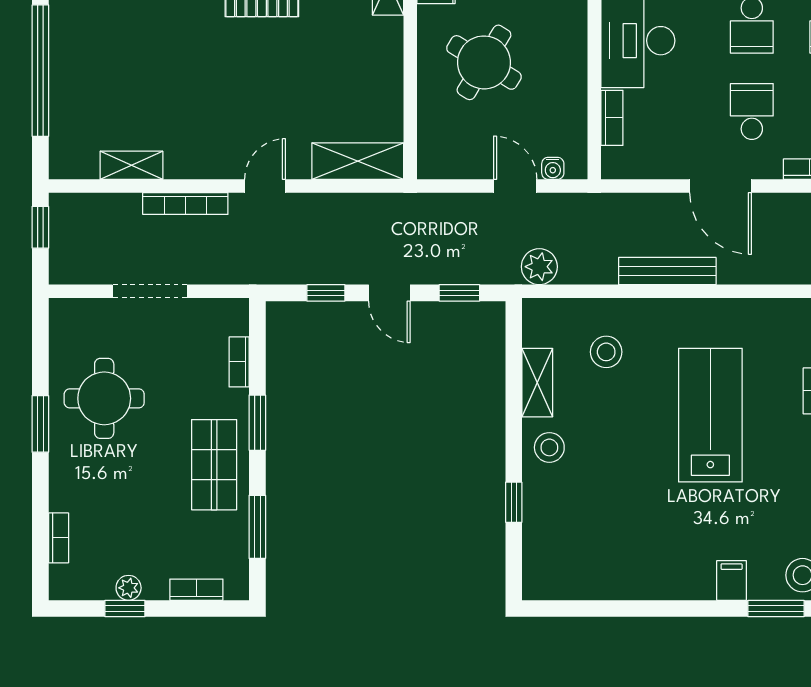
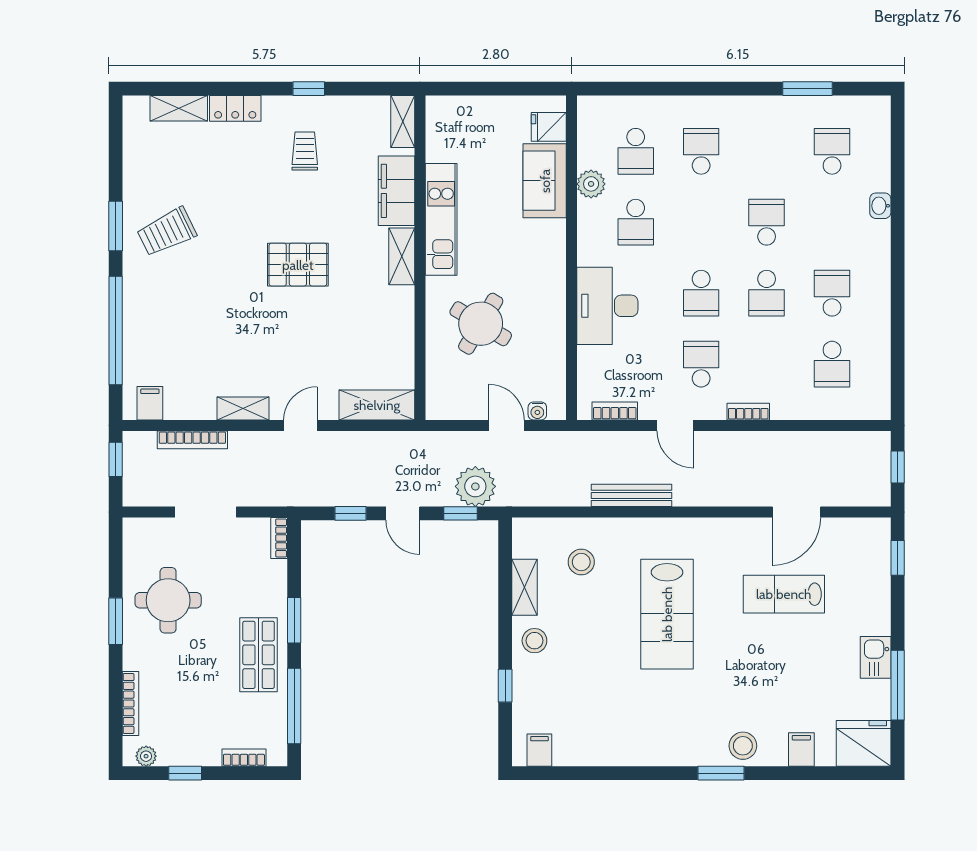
bookcase: (612, 118) -> (615, 411), moved, turned -90
filing cabinet: (82, 159) -> (150, 403), added
shelving: (131, 165) -> (243, 408), moved
door: (721, 186) -> (675, 425), width x0.73
bookcase: (185, 204) -> (192, 440), moved
plant: (539, 267) -> (475, 486), moved, width x1.36, depth x1.36
bookcase: (239, 362) -> (279, 538), moved
lab bench: (710, 415) -> (667, 614), turned 180
window: (257, 527) -> (294, 706), width x1.44
bookcase: (59, 538) -> (131, 703), width x1.56
filing cabinet: (732, 580) -> (539, 750), moved
plant: (129, 588) -> (146, 756), moved

